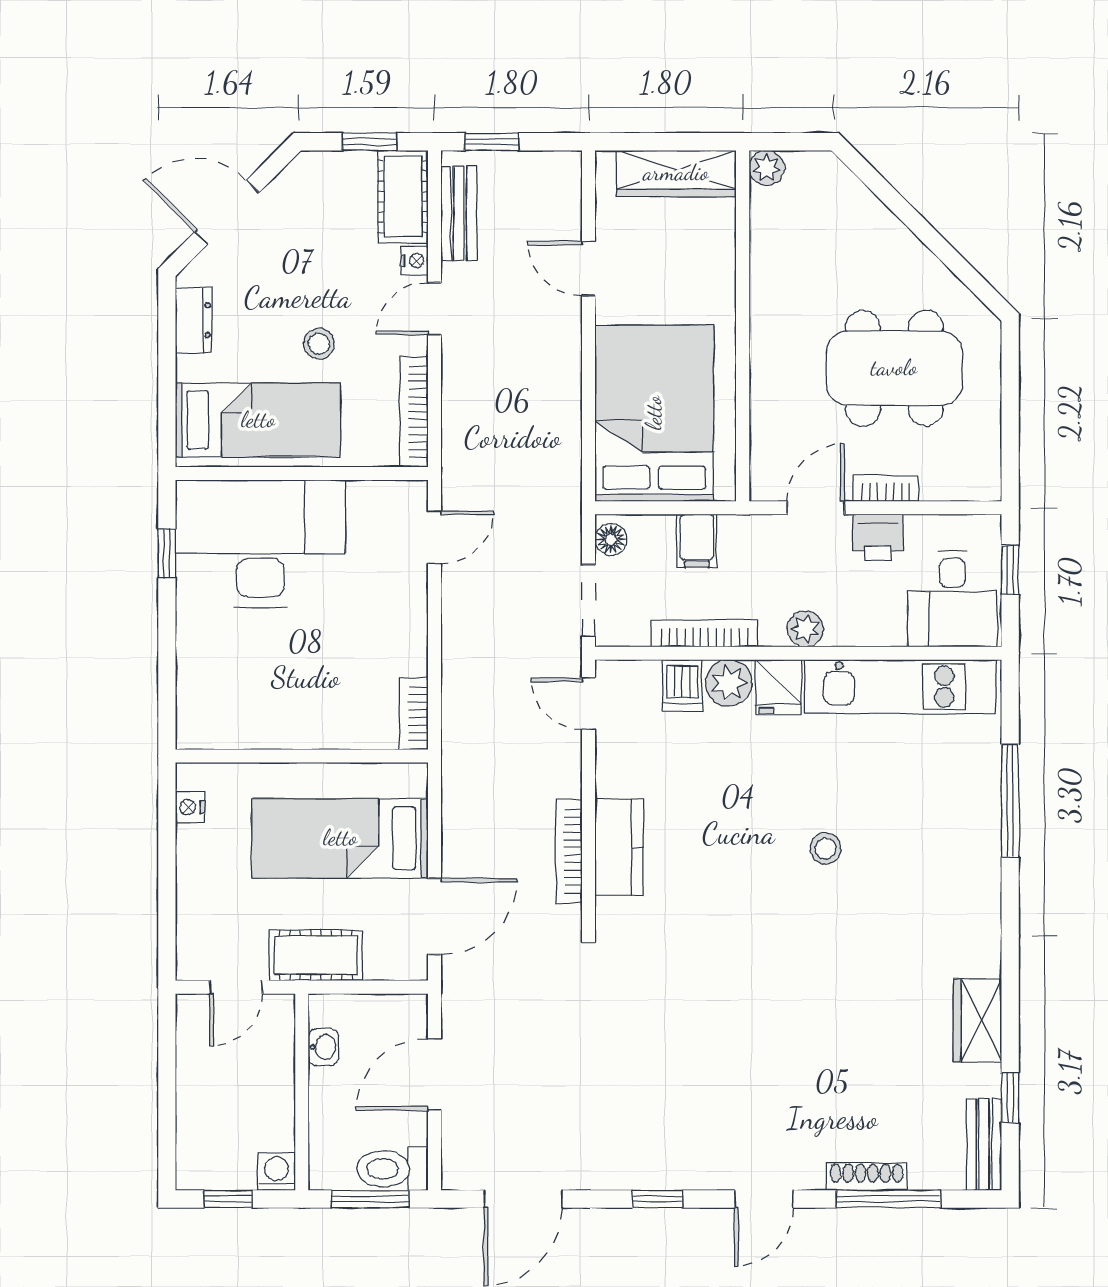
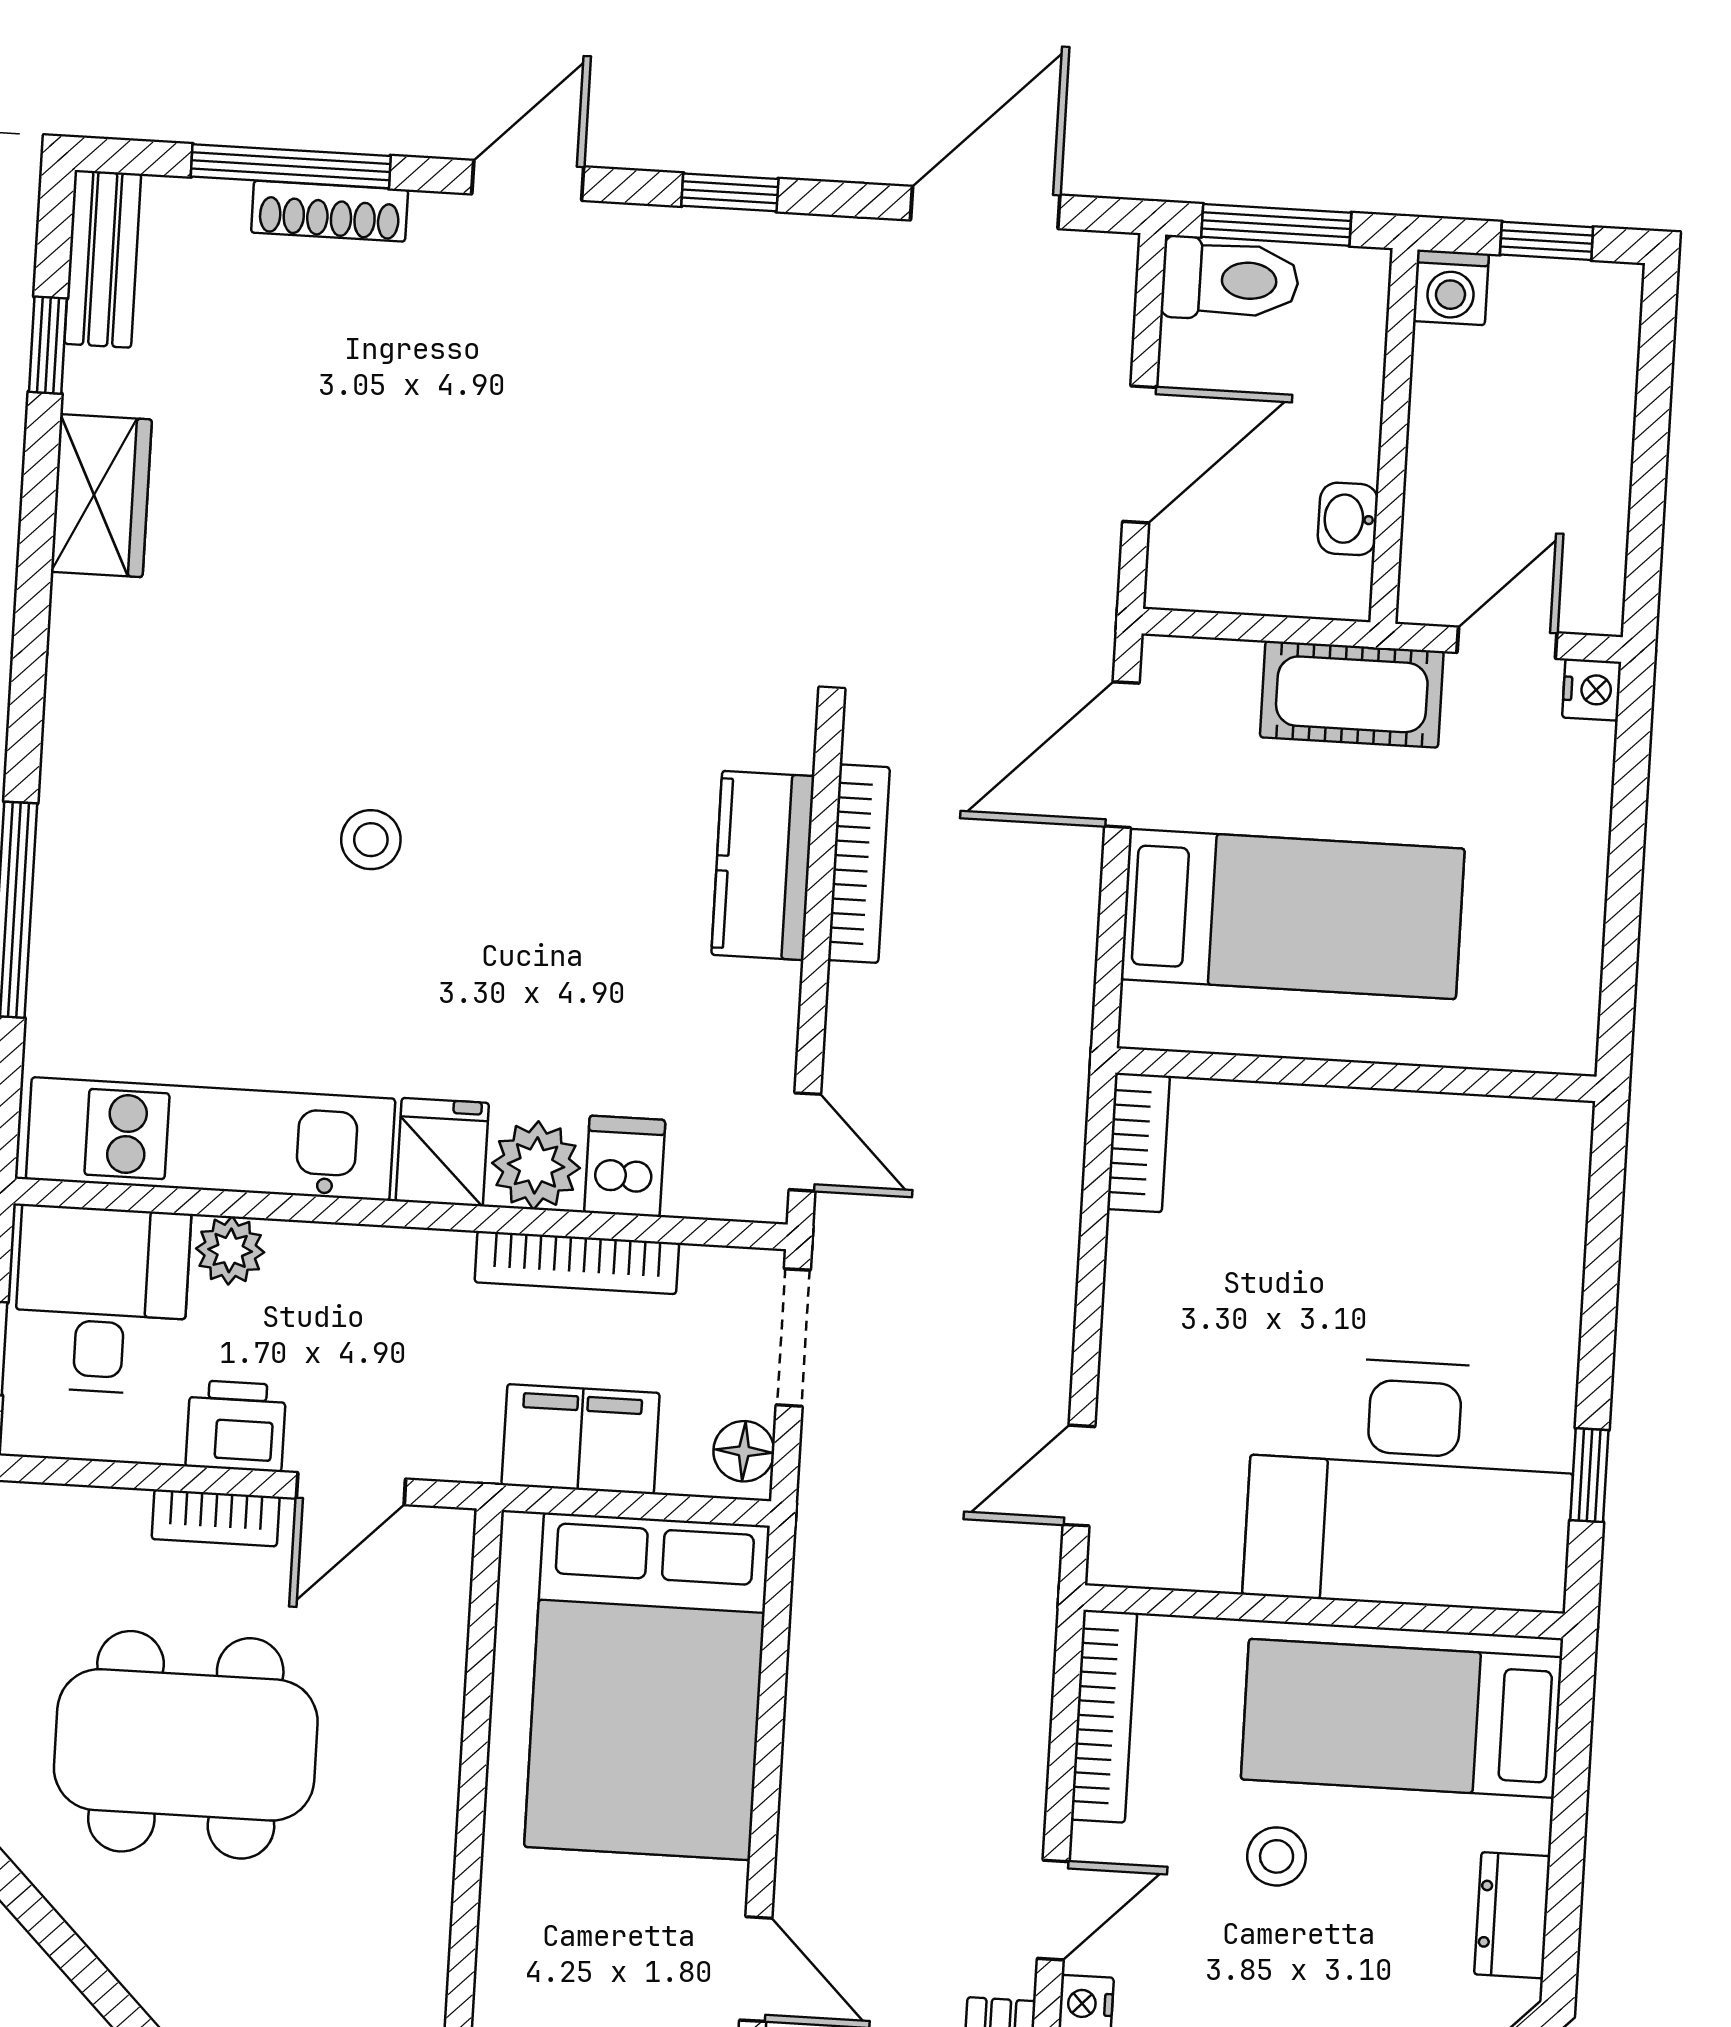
filing cabinet: (697, 541) -> (581, 1439), width x2.00
plant: (805, 629) -> (230, 1250), moved
nightstand: (190, 807) -> (1592, 690), moved

